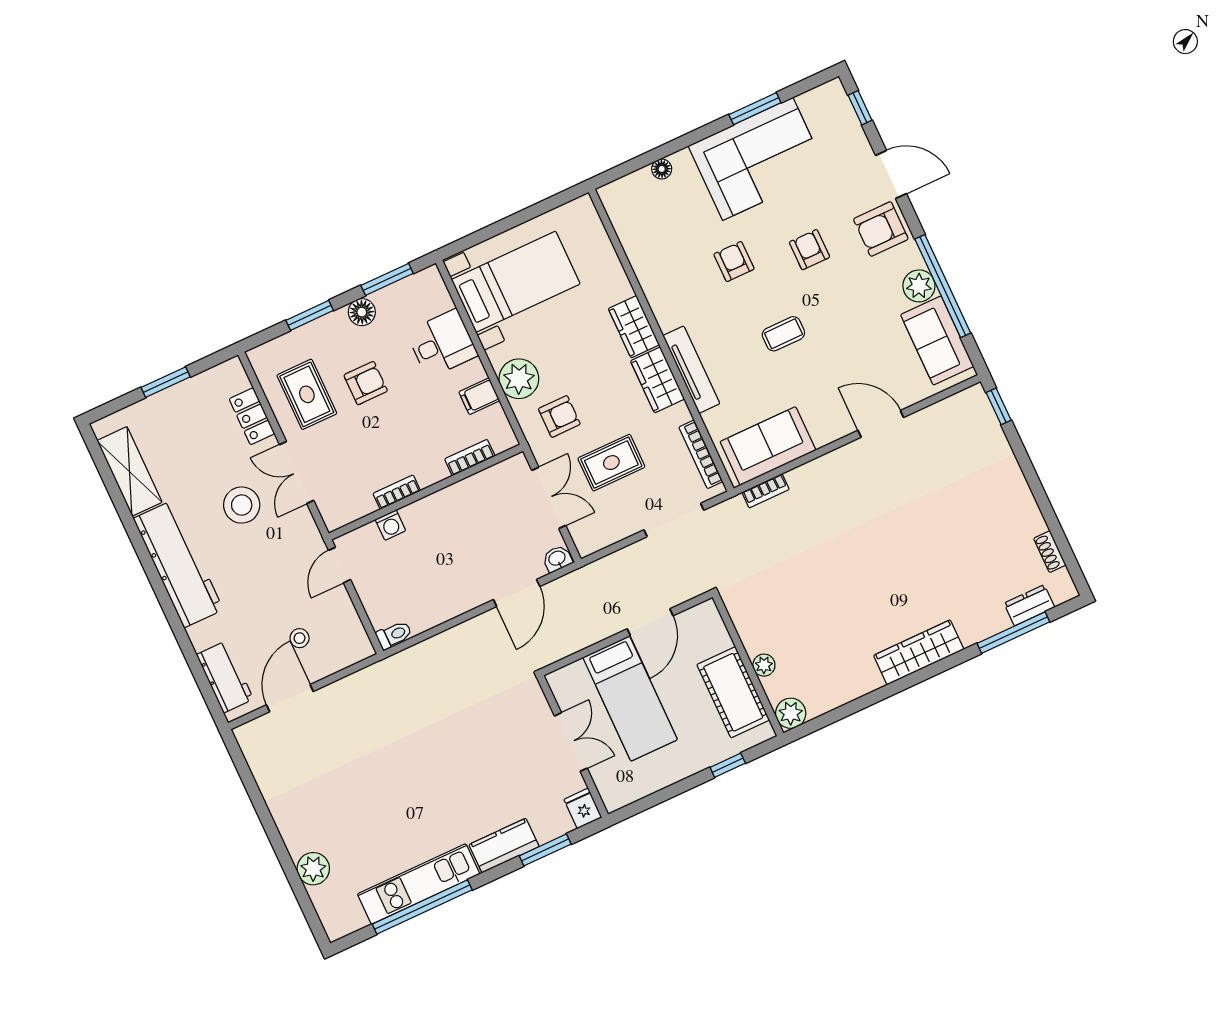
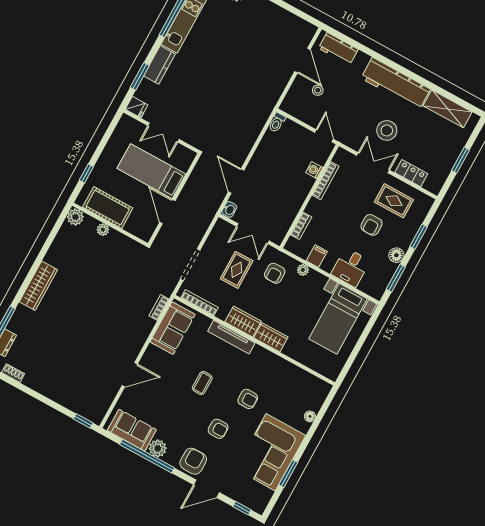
plant: (519, 379) -> (303, 270), width x0.53, depth x0.53
bookcase: (397, 492) -> (326, 181), width x1.56

